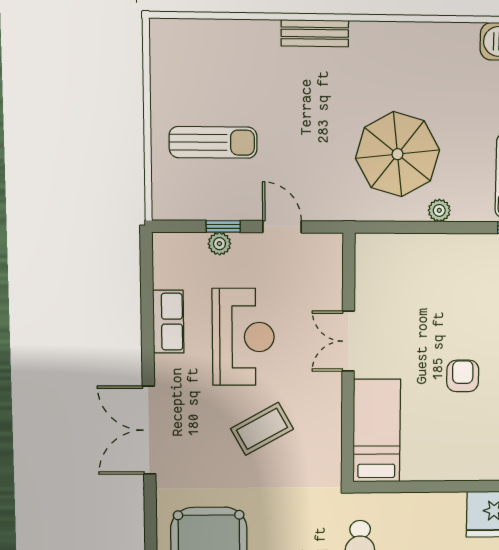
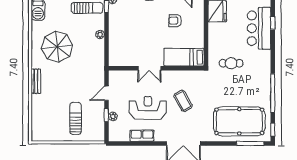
parasol: (398, 154) -> (57, 47), moved
armchair: (463, 376) -> (175, 21), moved

